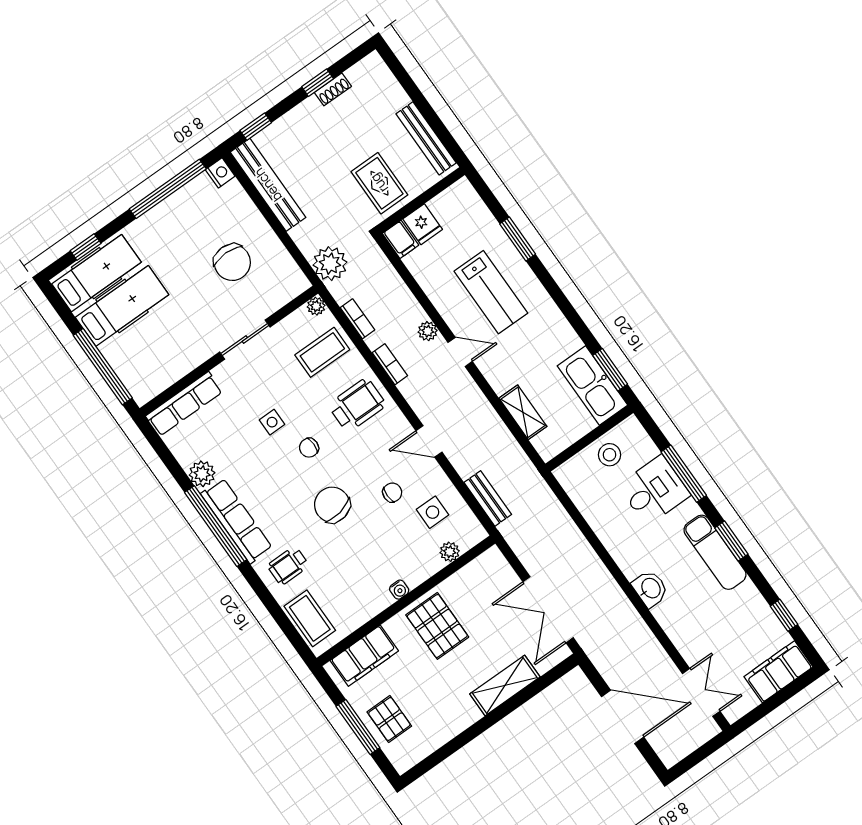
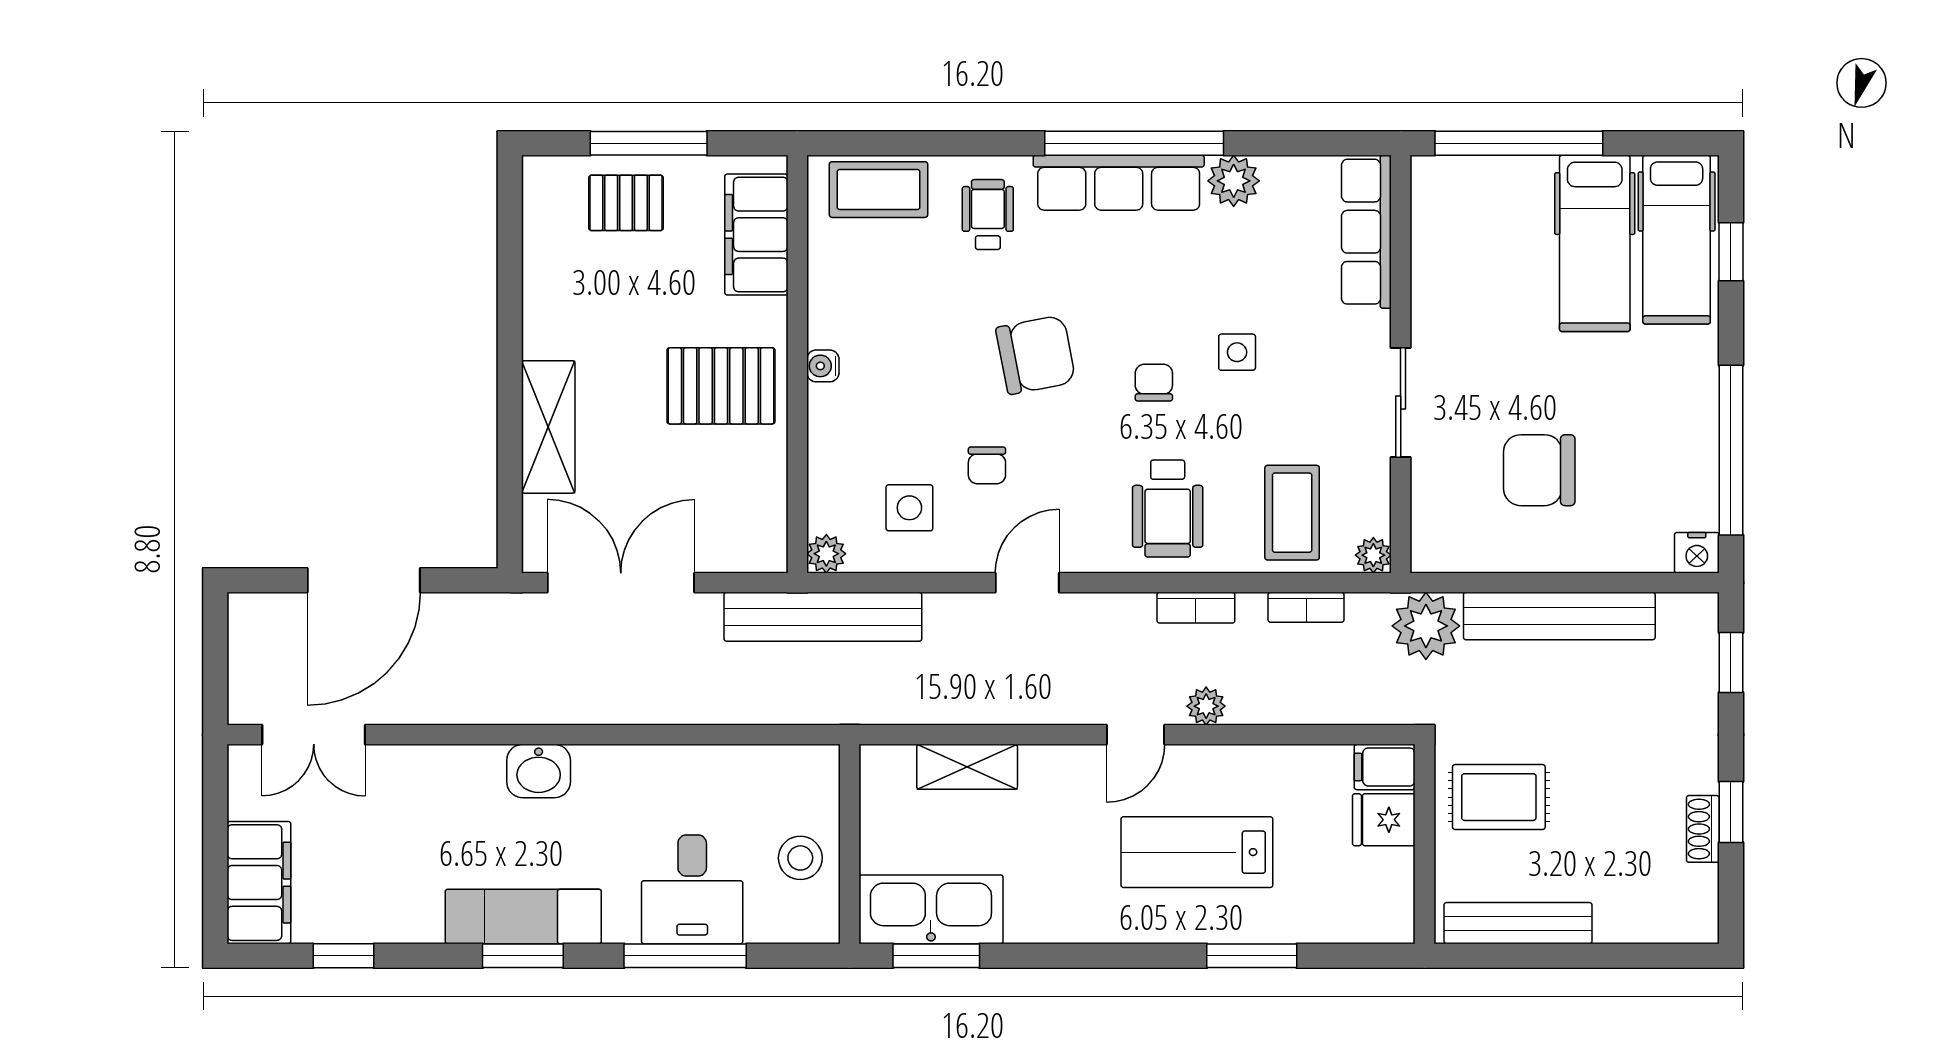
bench: (268, 185) -> (1559, 616), moved
bench: (488, 498) -> (823, 617), width x1.86, depth x1.21
plant: (450, 552) -> (826, 554), moved

